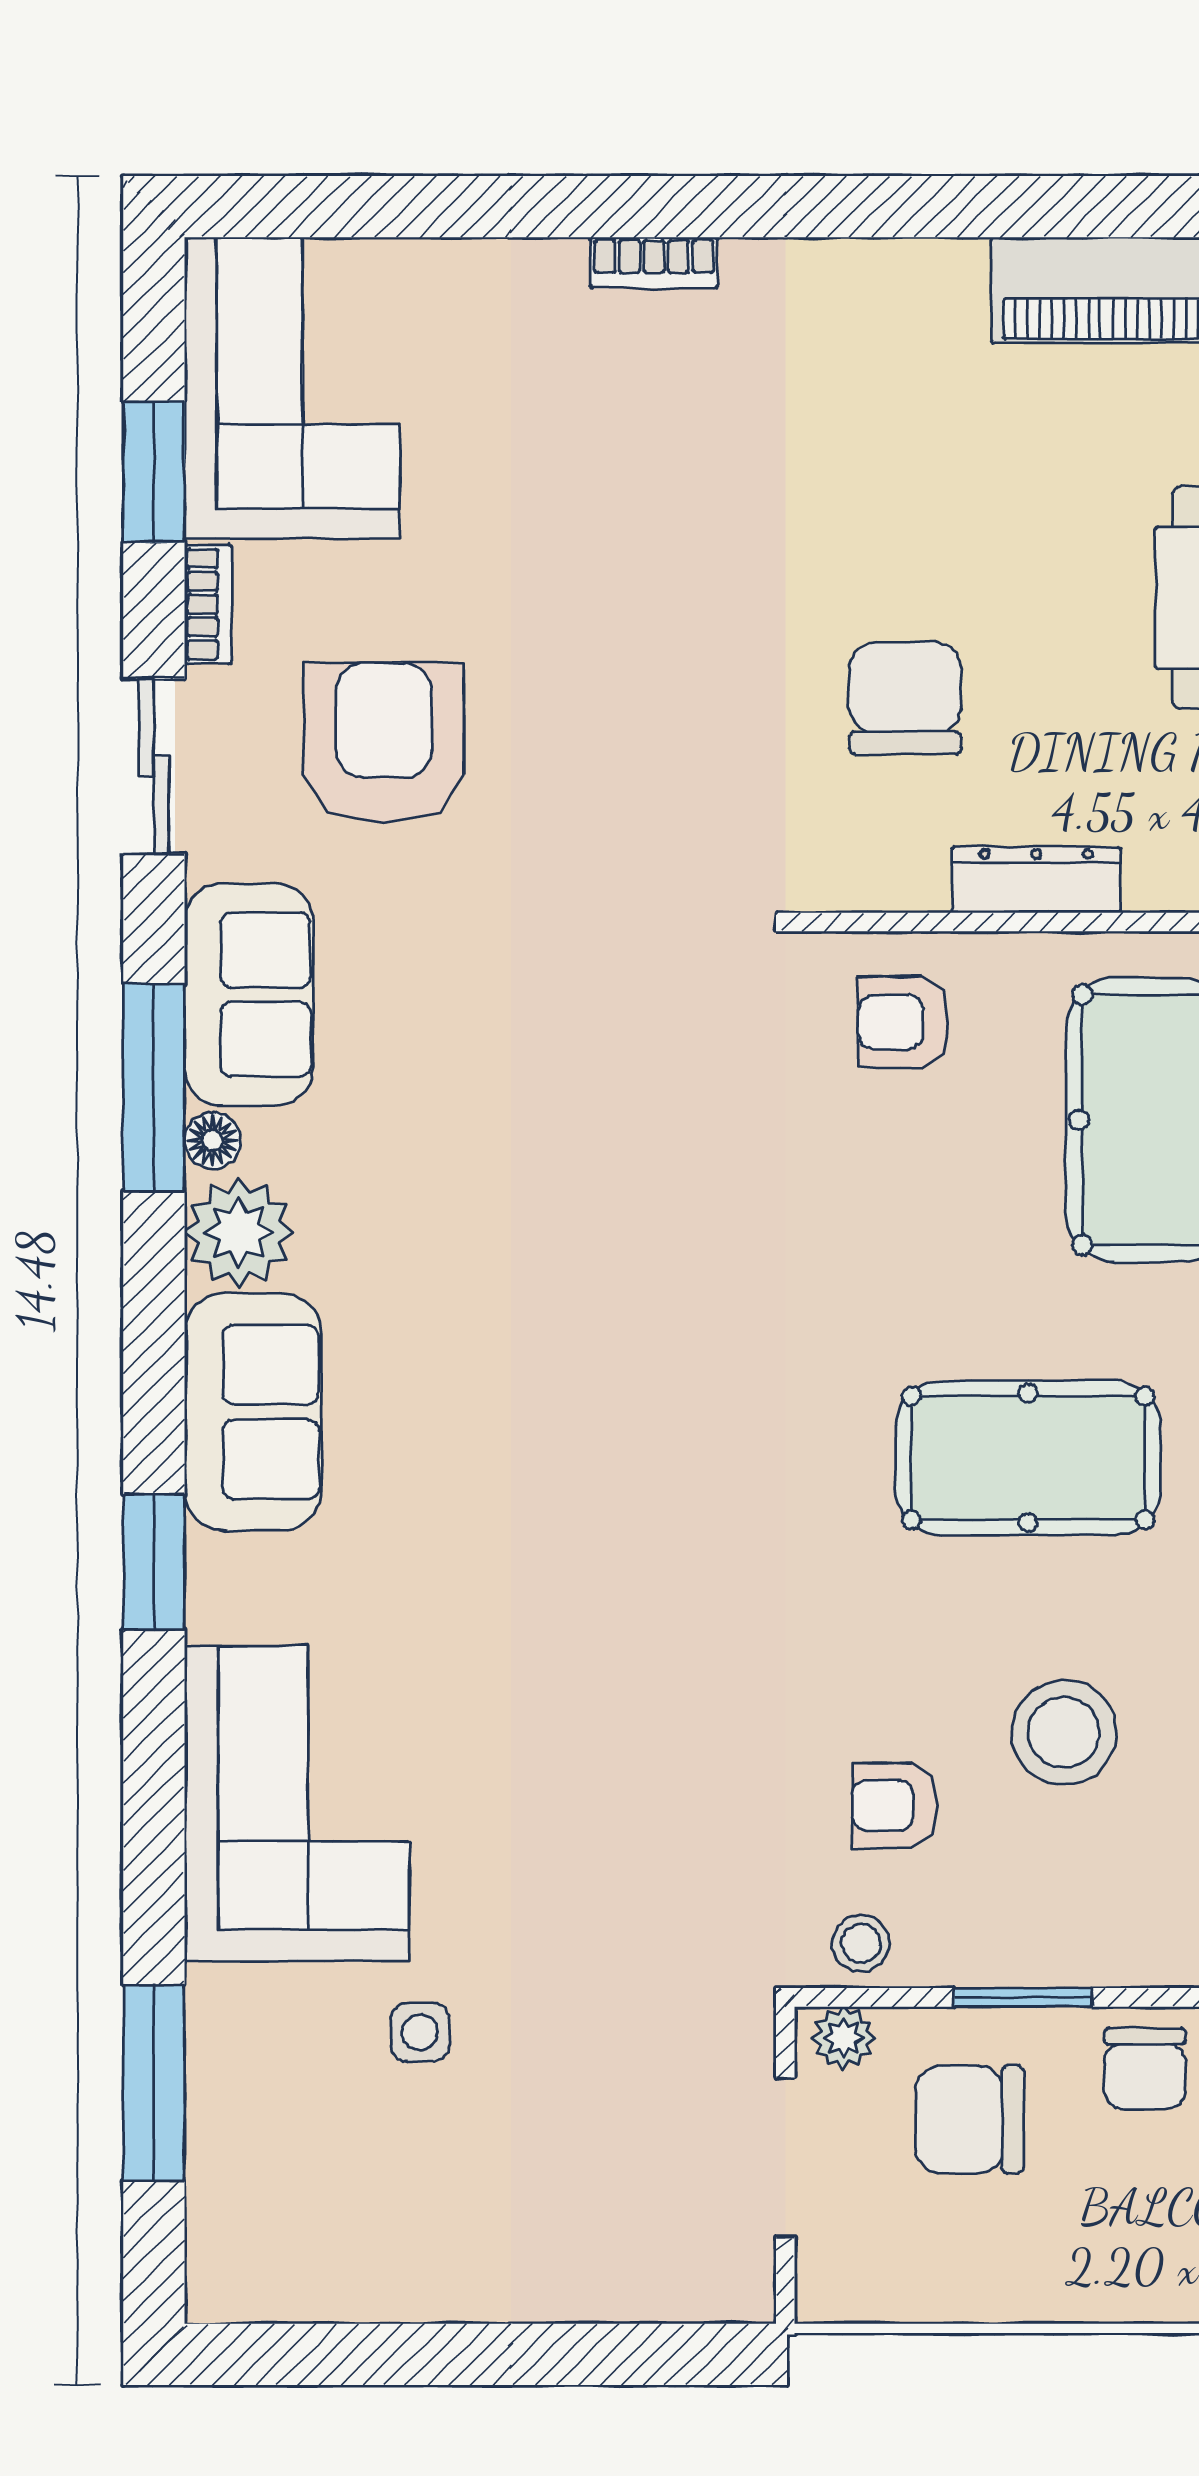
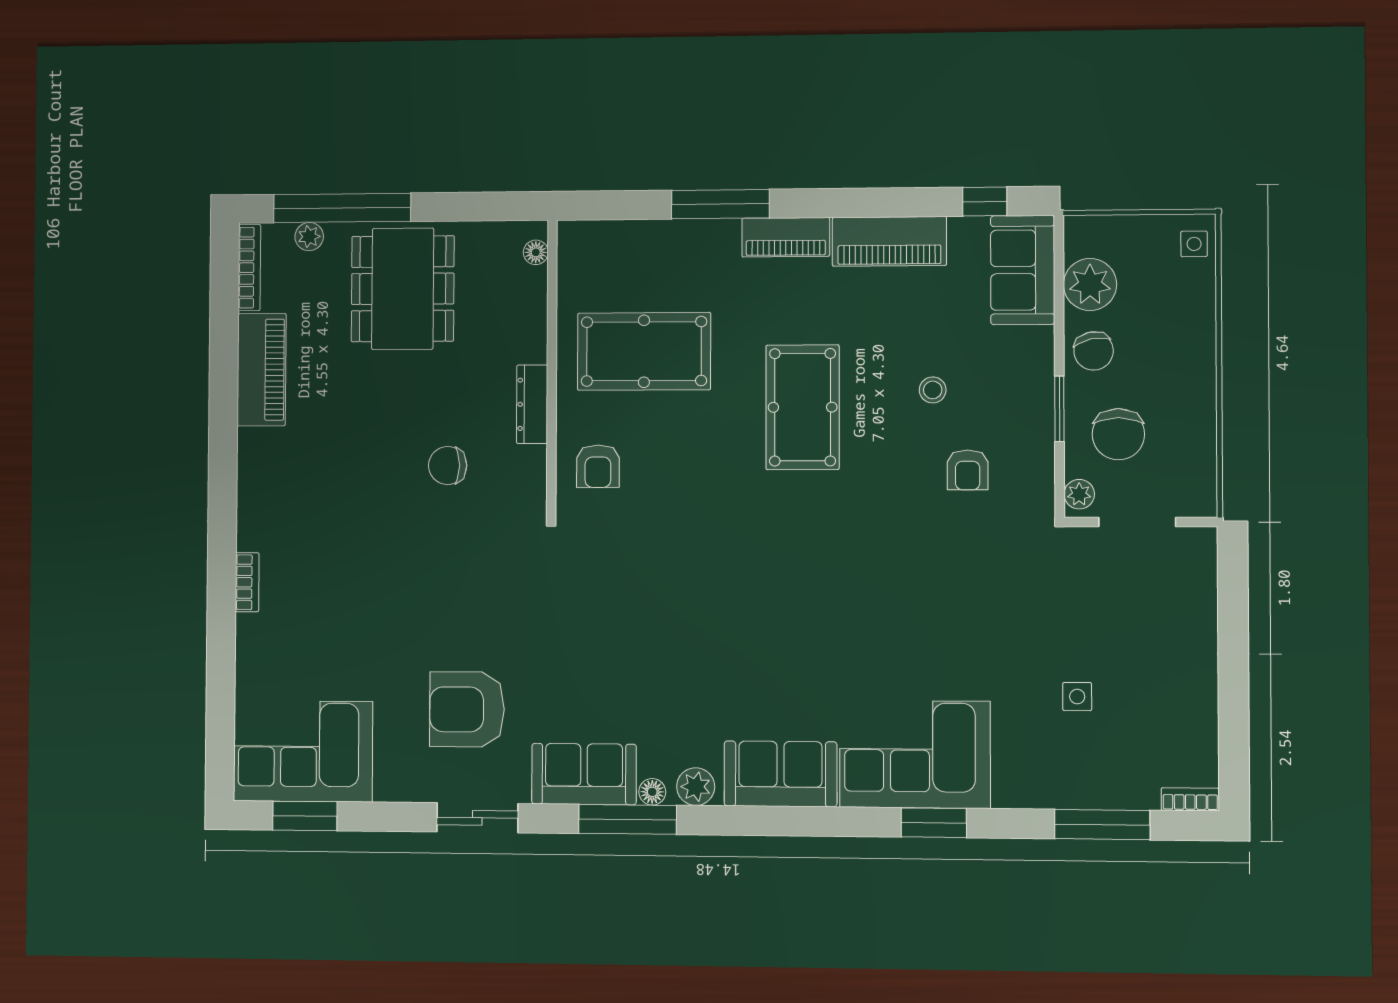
window: (154, 472) -> (305, 816), moved
bookcase: (208, 604) -> (1190, 799), moved
chair: (905, 698) -> (448, 465), width x0.73, depth x0.73
plant: (239, 1233) -> (696, 787), width x0.73, depth x0.73
window: (154, 1562) -> (934, 823), moved
stool: (1064, 1732) -> (933, 390), width x0.53, depth x0.53
corner sofa: (297, 1804) -> (915, 754), moved
stool: (861, 1943) -> (1034, 486), removed
chair: (1145, 2069) -> (1094, 351), turned 78

